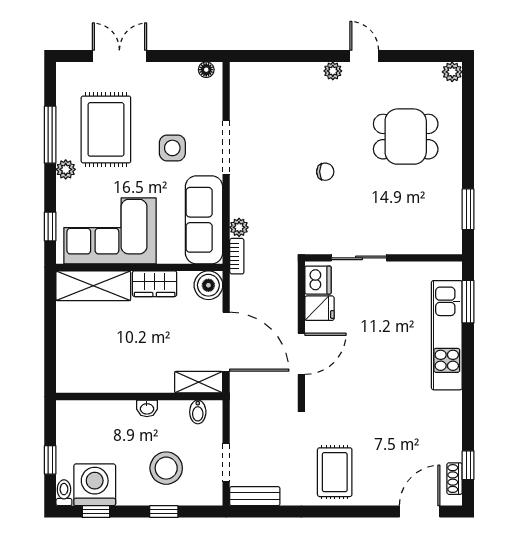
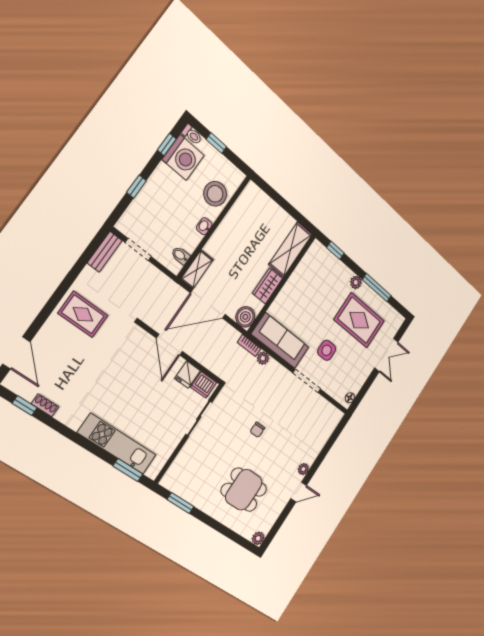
dining table: (406, 137) -> (244, 490), turned 90
corner sofa: (110, 231) -> (311, 282), removed
stool: (166, 468) -> (215, 194), moved
shoe rack: (455, 479) -> (45, 405), moved

